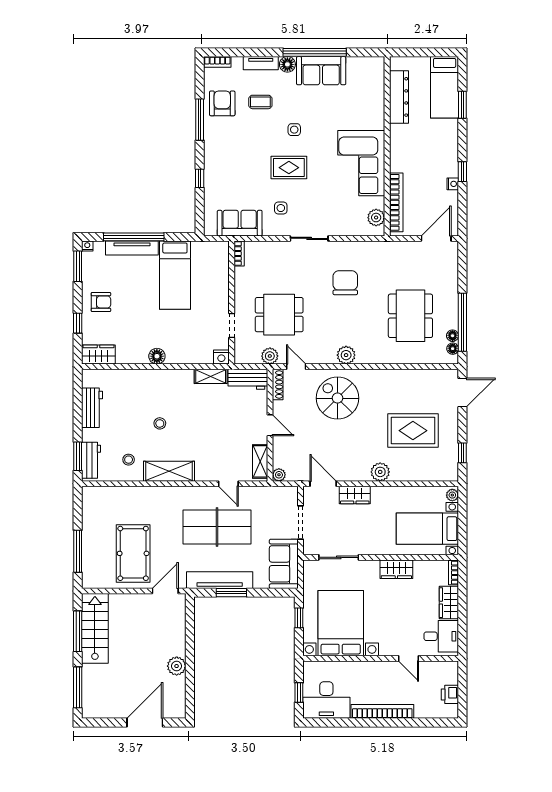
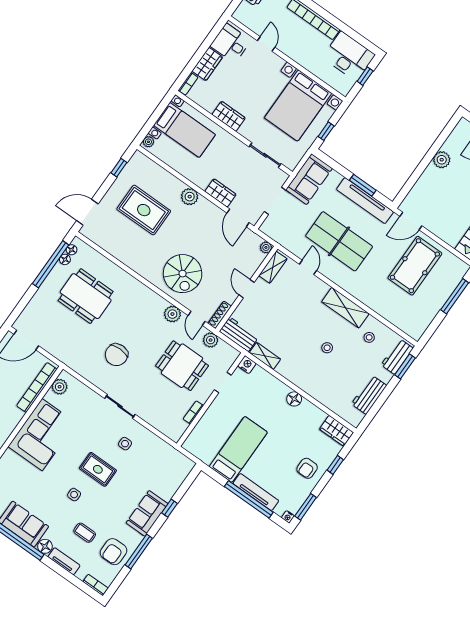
sofa: (240, 223) -> (147, 513), moved, turned 90
bookcase: (239, 254) -> (193, 412), moved
armchair: (101, 302) -> (307, 468), turned -90
dining table: (410, 316) -> (86, 296), turned 90
plant: (346, 355) -> (172, 314), moved

